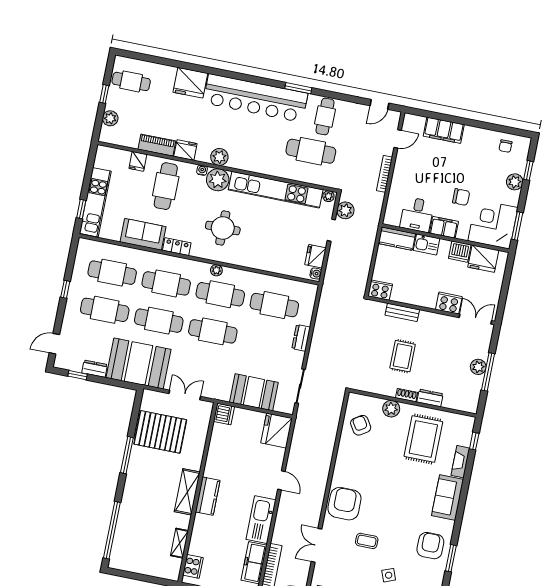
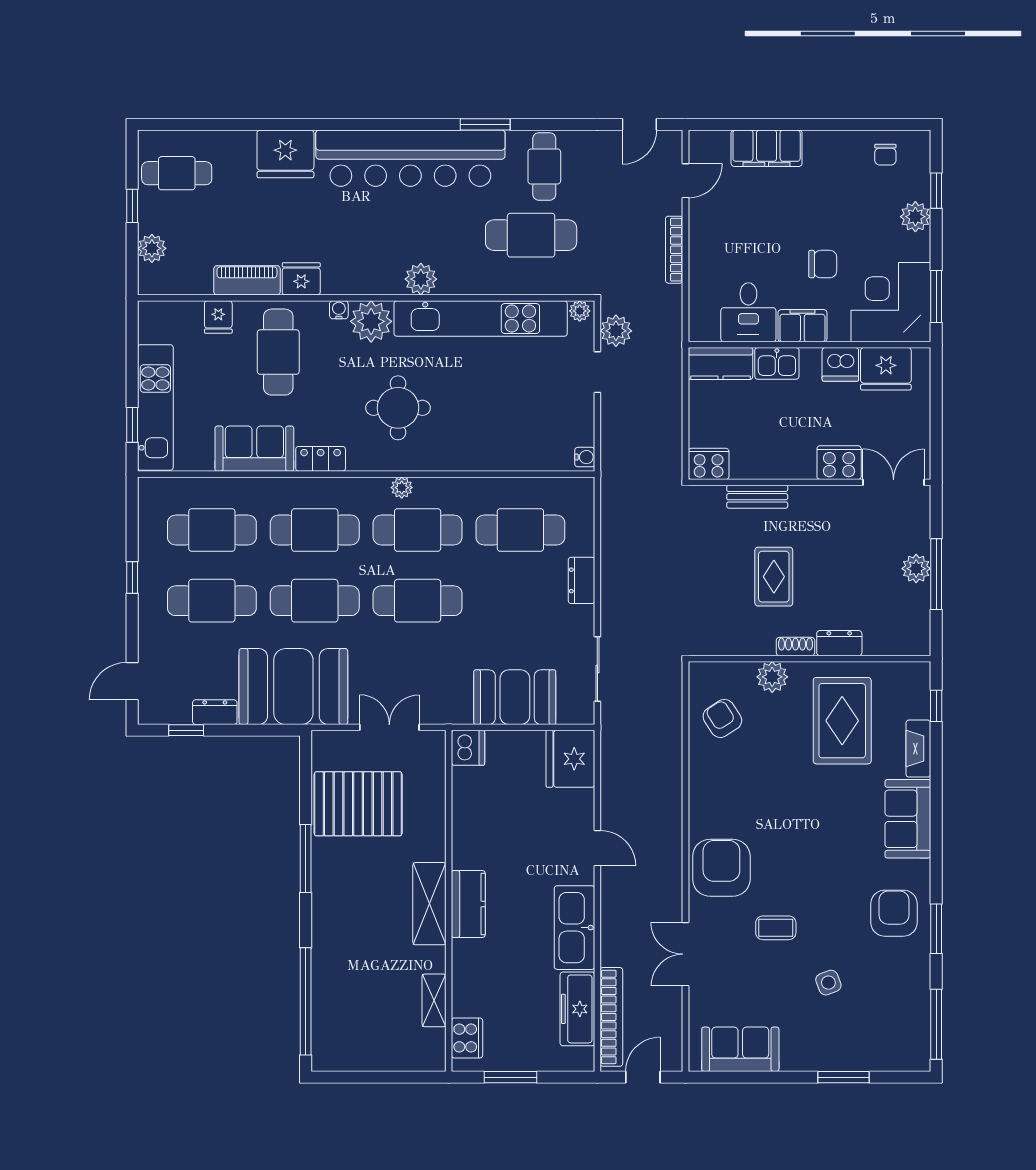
plant: (219, 157) -> (421, 279), moved
fridge: (316, 256) -> (578, 426), removed

